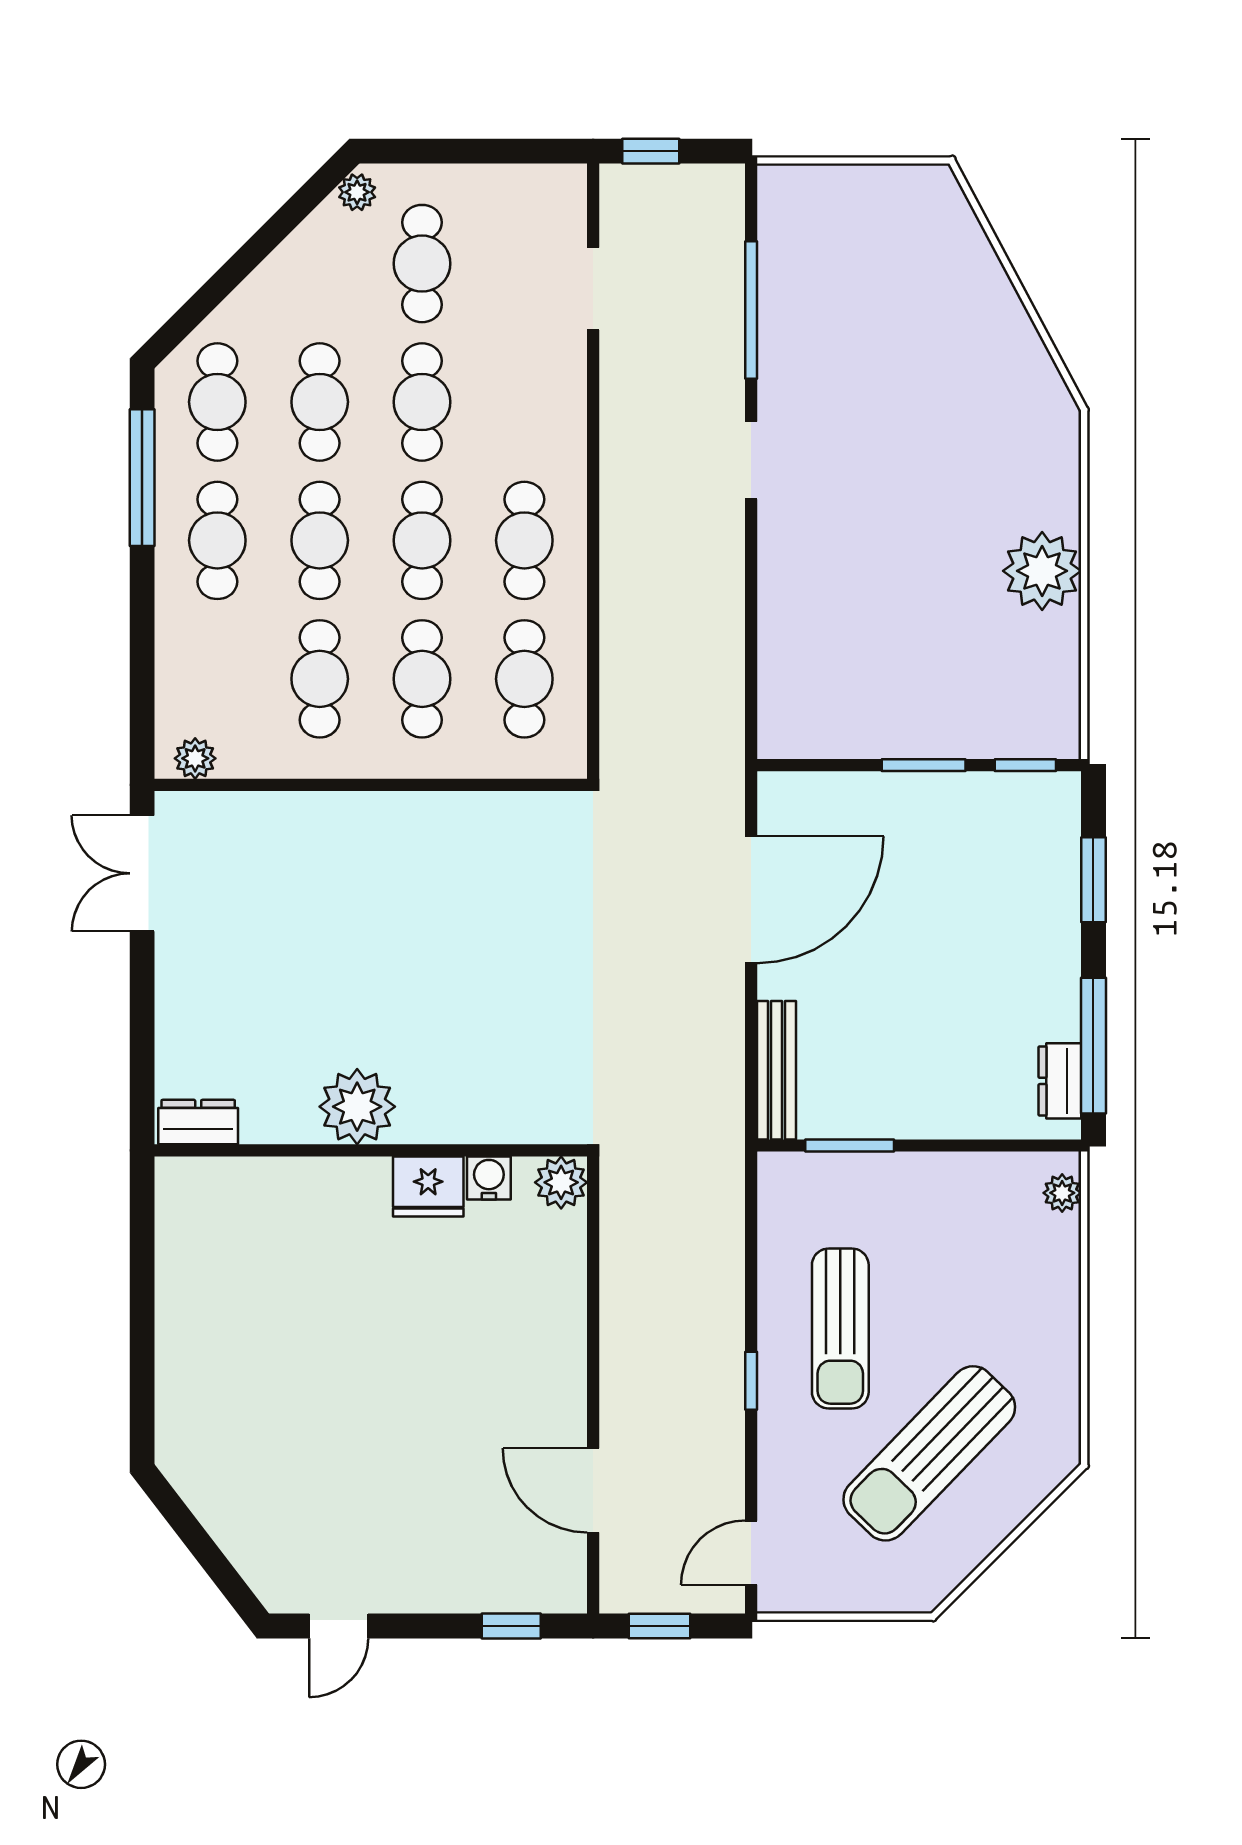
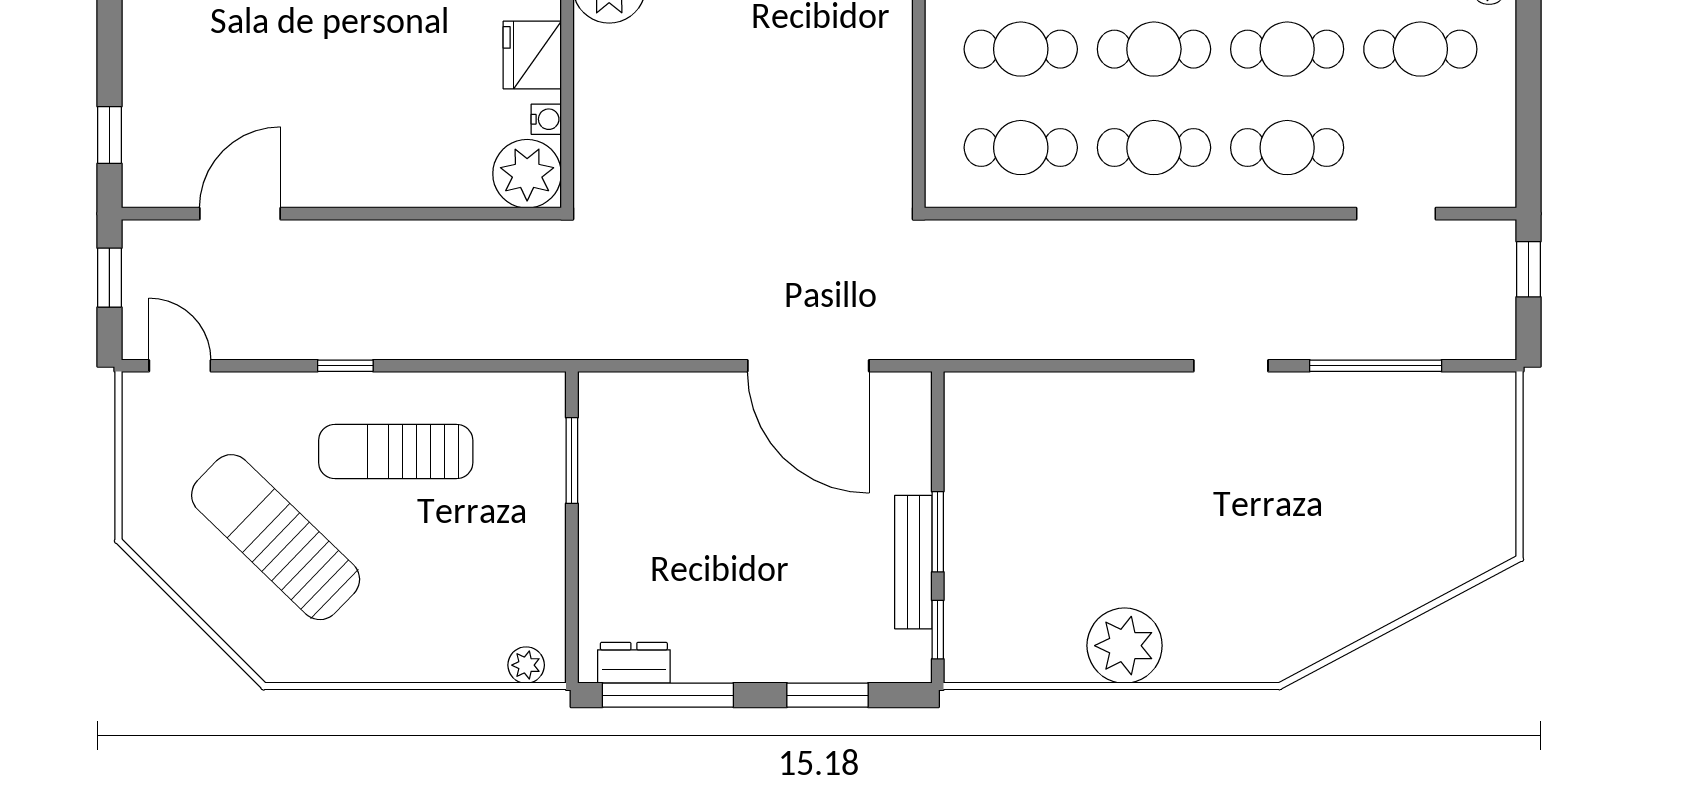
cafe table: (524, 402) -> (1287, 148), added
bench: (777, 1070) -> (913, 562), moved, turned 90
water cooler: (489, 1178) -> (546, 119), width x0.72, depth x0.72
plant: (561, 1182) -> (527, 174), width x1.36, depth x1.36

